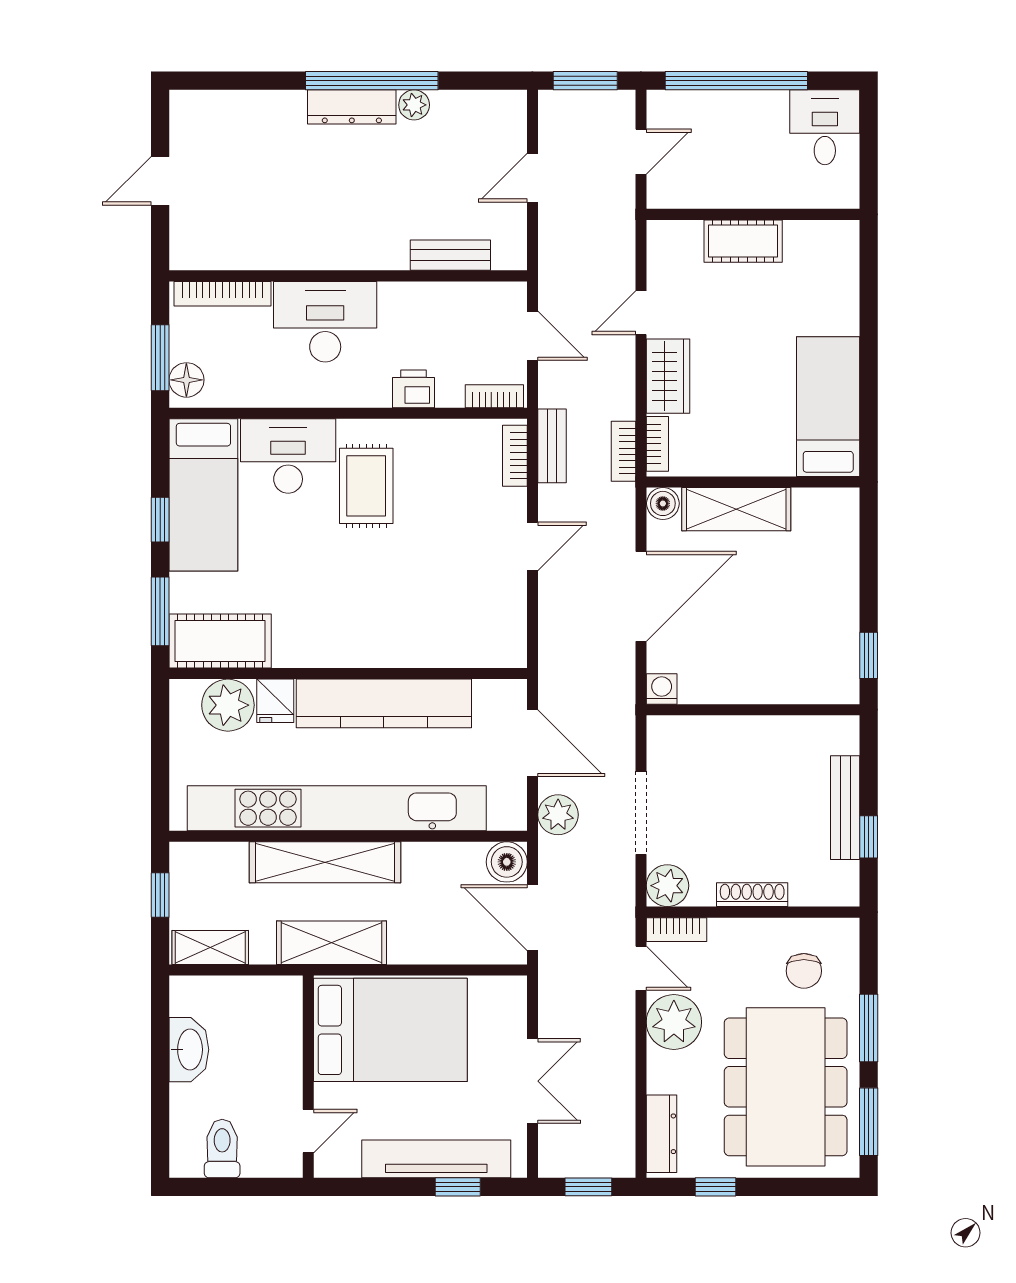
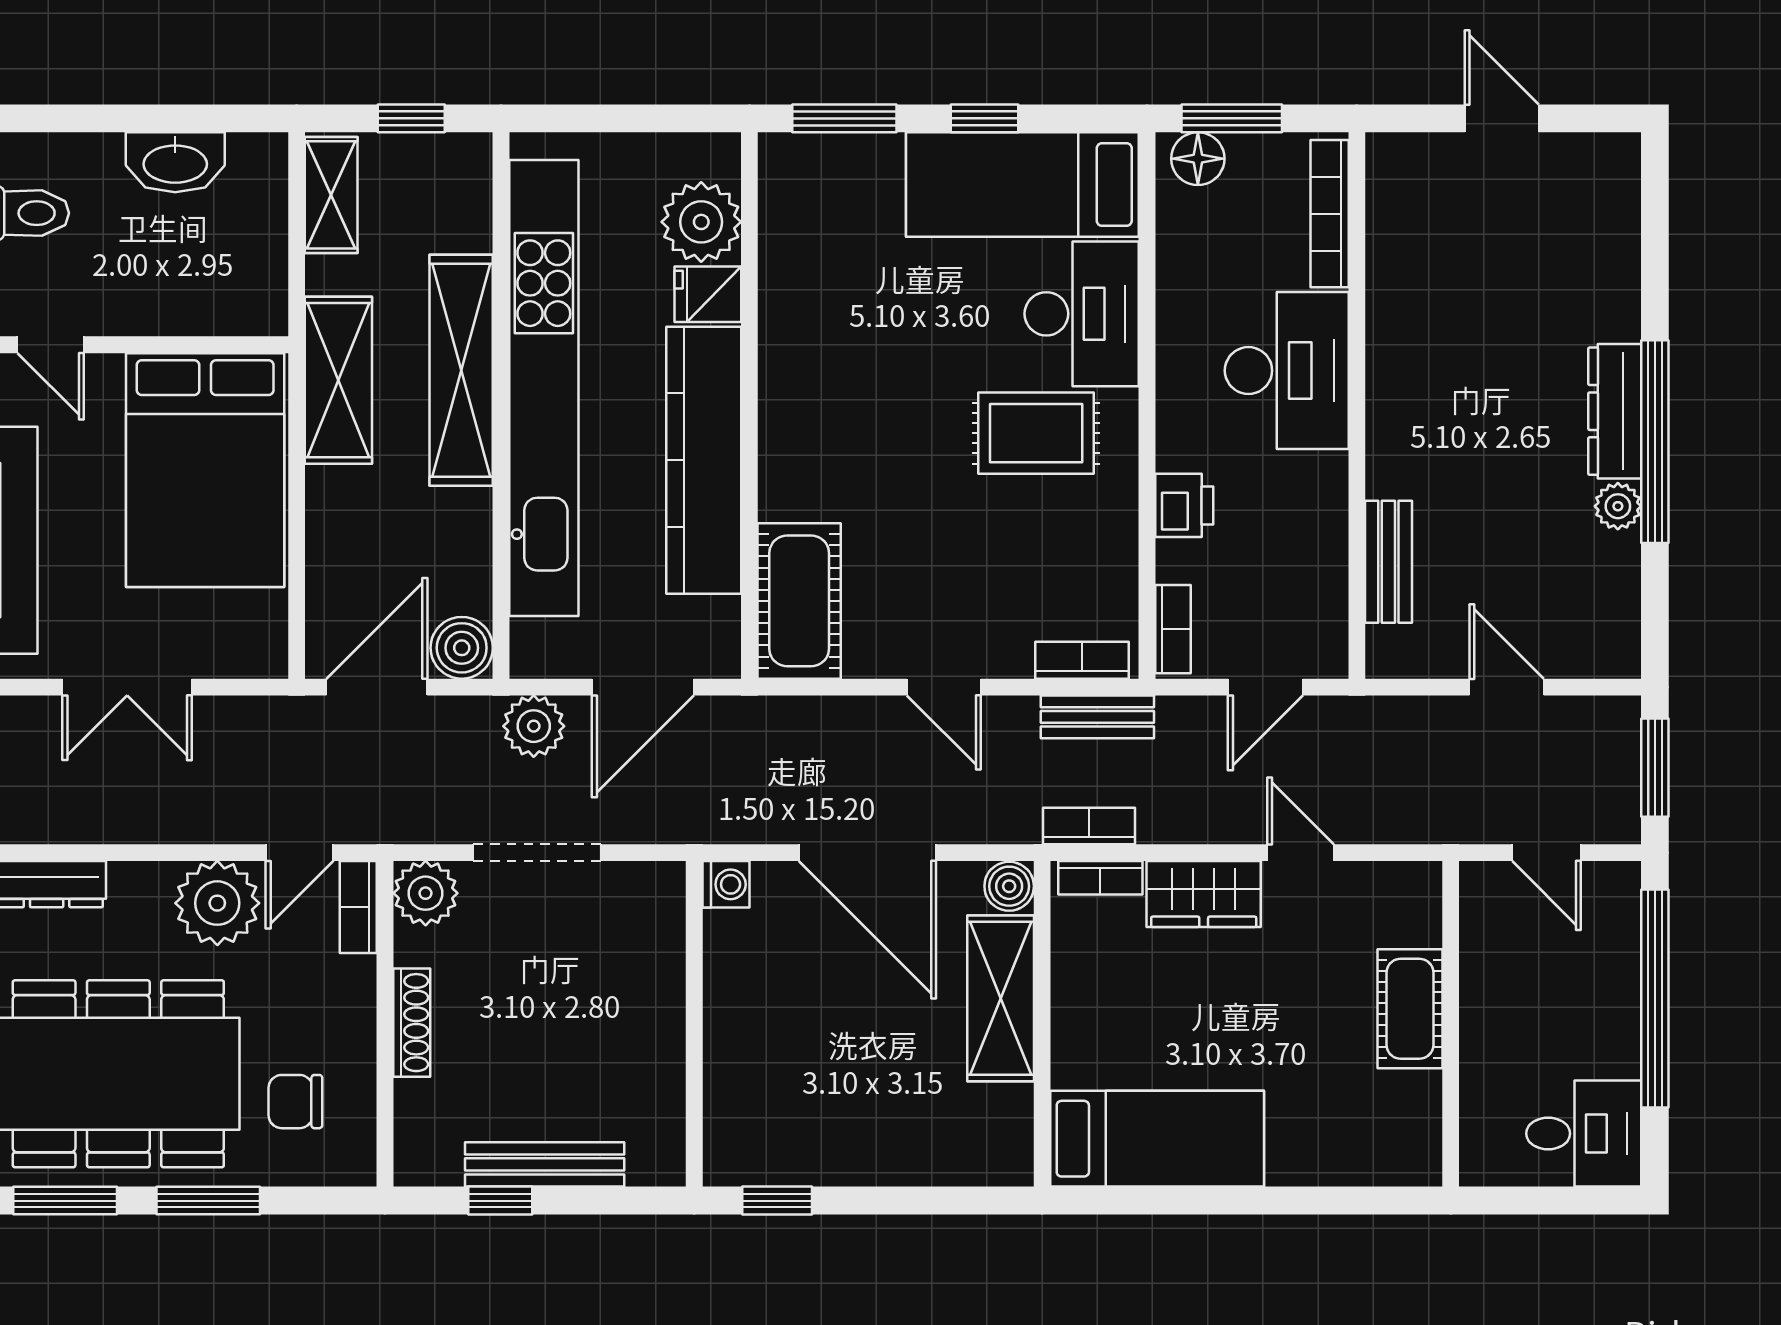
cot: (220, 641) -> (799, 601), moved

